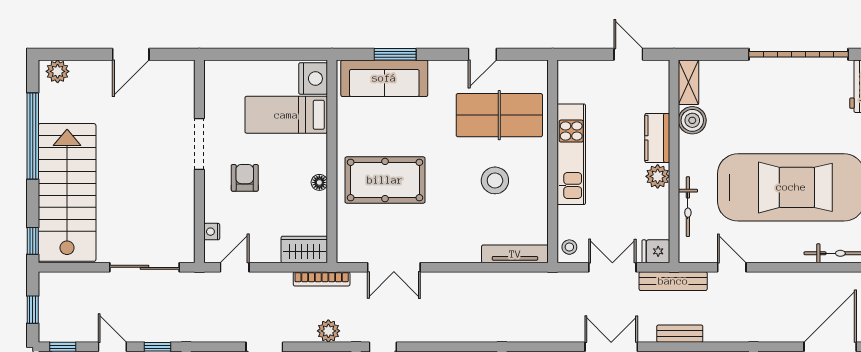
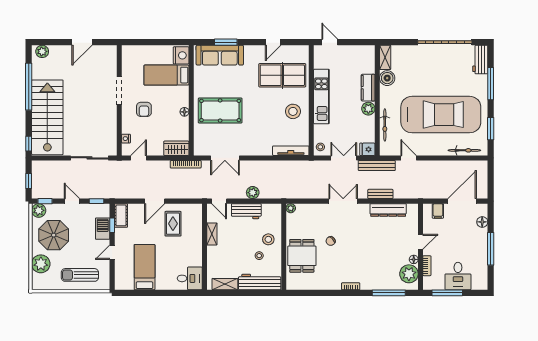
door: (628, 54) -> (330, 42), moved
armchair: (245, 178) -> (144, 109), turned 180
stool: (495, 180) -> (293, 111), moved
plant: (328, 331) -> (253, 193), moved

